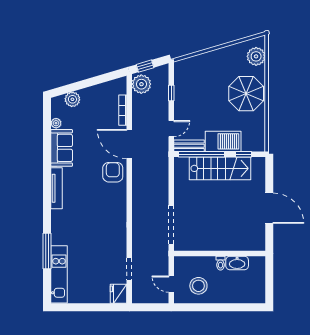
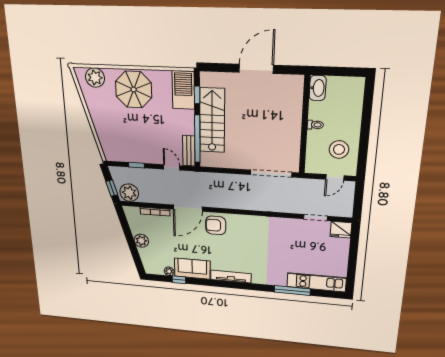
plant: (72, 99) -> (141, 241), moved
window: (47, 133) -> (179, 280), added
barbecue: (223, 141) -> (183, 90), moved
washbasin: (237, 263) -> (318, 88), moved

